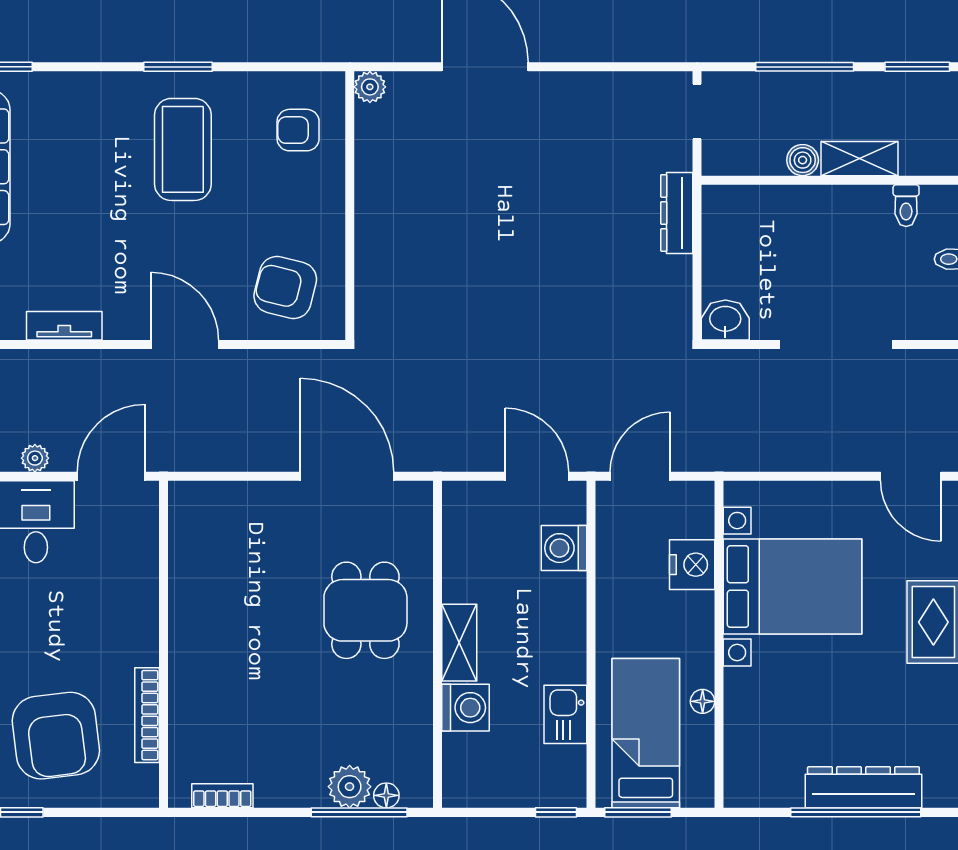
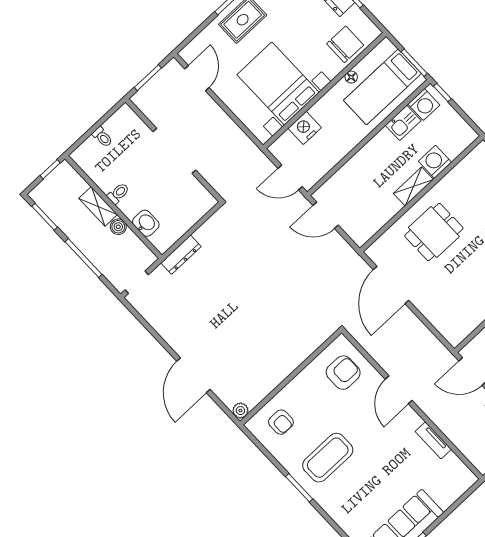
toilet: (906, 206) -> (118, 193), moved
armchair: (285, 287) -> (343, 373), turned -104
washbasin: (725, 320) -> (146, 223), moved, turned 180
door: (537, 476) -> (326, 215), hinge flipped
washing machine: (564, 548) -> (424, 104), moved
chair: (758, 737) -> (345, 44), added

